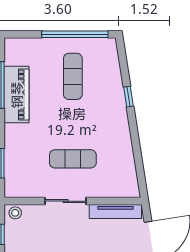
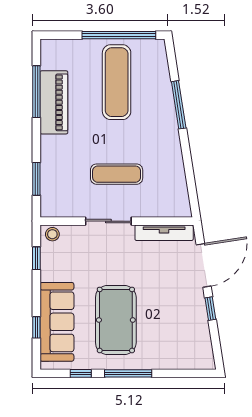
exercise mat: (73, 76) -> (117, 82), width x1.36, depth x1.45
window: (129, 97) -> (179, 105), width x2.17

